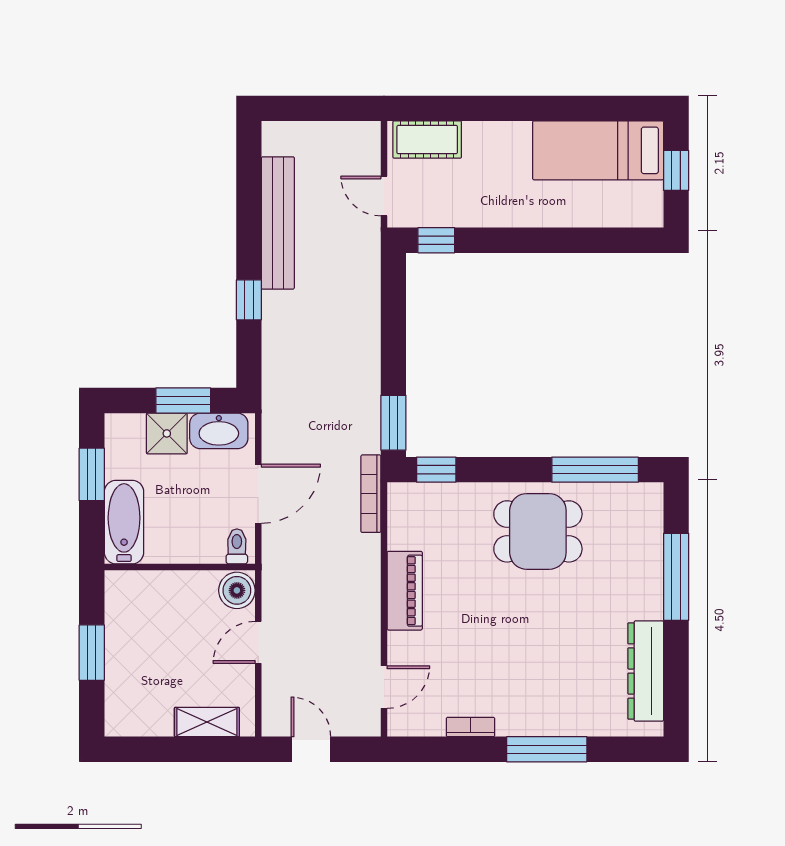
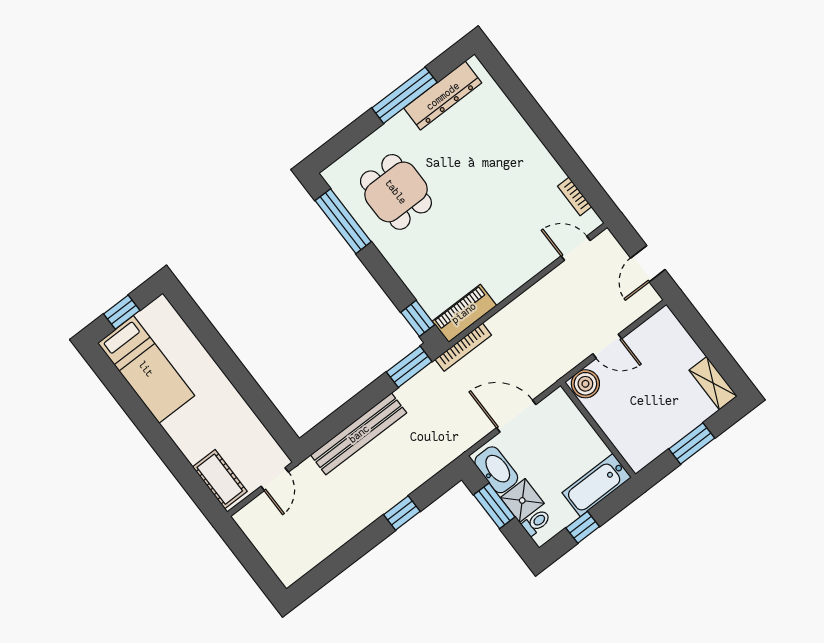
bench: (278, 223) -> (359, 434), moved
window: (436, 240) -> (277, 426), removed
window: (92, 474) -> (583, 527), width x0.67
dining table: (538, 531) -> (396, 192), moved
toilet: (237, 546) -> (536, 522), moved, turned 180
window: (676, 577) -> (404, 95), moved
piano: (405, 591) -> (464, 313), moved
shelving: (207, 722) -> (713, 383), moved
bookcase: (470, 727) -> (575, 196), moved
window: (547, 749) -> (537, 119), removed

